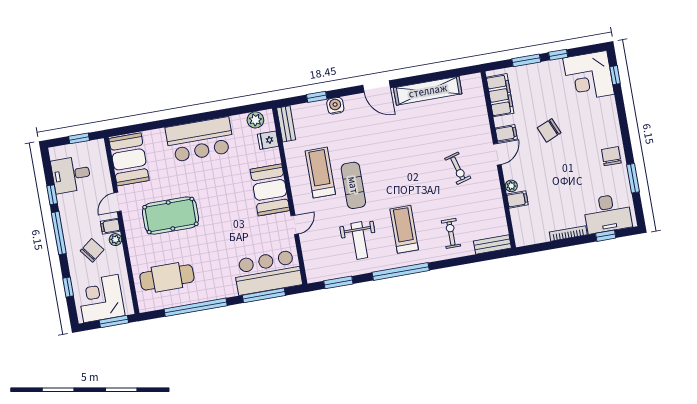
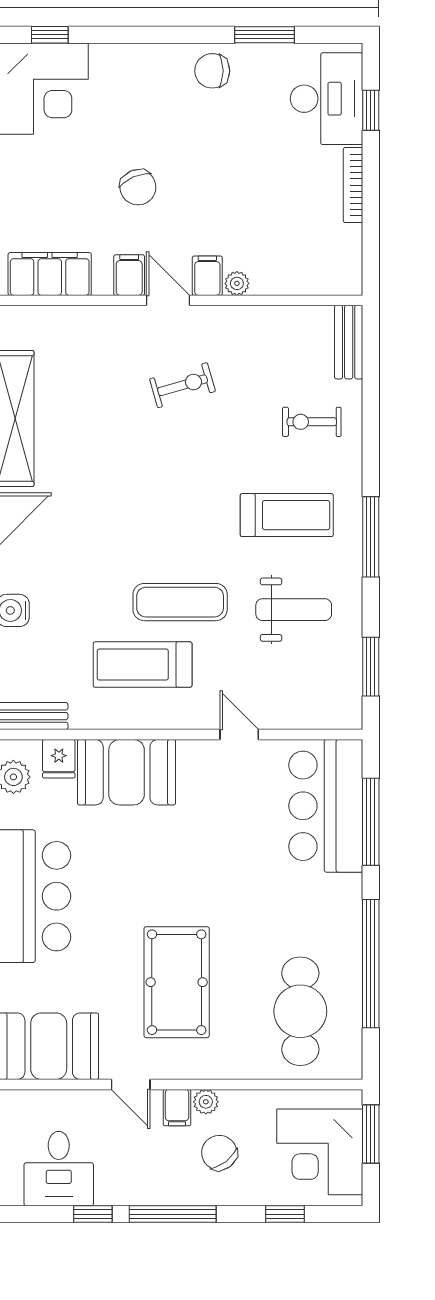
booth: (270, 190) -> (127, 772), moved
filing cabinet: (517, 199) -> (207, 276), moved
treadmill: (404, 229) -> (287, 515), turned 180
window: (401, 271) -> (371, 537), width x0.68

